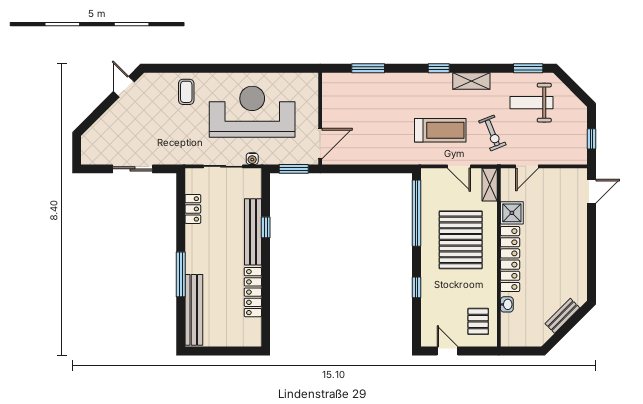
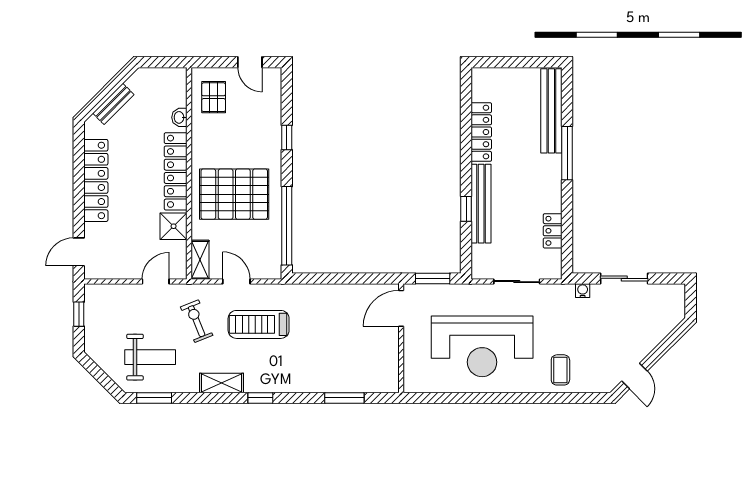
water cooler: (252, 159) -> (583, 291), moved
pallet: (461, 240) -> (234, 194), turned 90
locker: (577, 251) -> (96, 180), added

